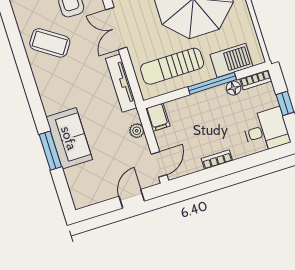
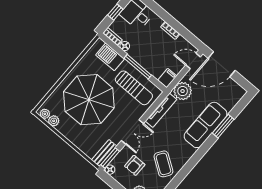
window: (212, 83) -> (138, 67), moved
plant: (137, 131) -> (183, 91), width x1.88, depth x1.88
sofa: (69, 138) -> (206, 125), width x1.36
door: (132, 199) -> (222, 64), width x1.88

